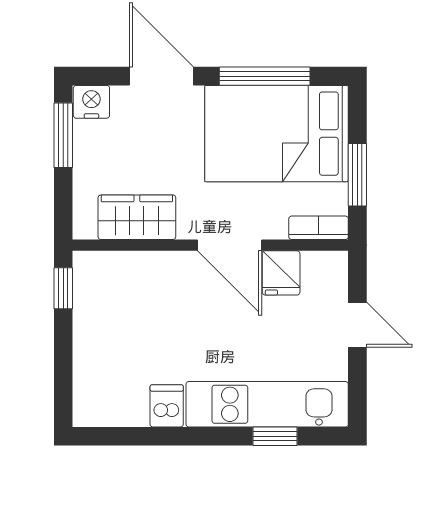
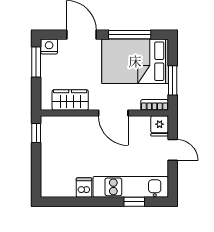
fridge: (281, 273) -> (160, 126), moved

